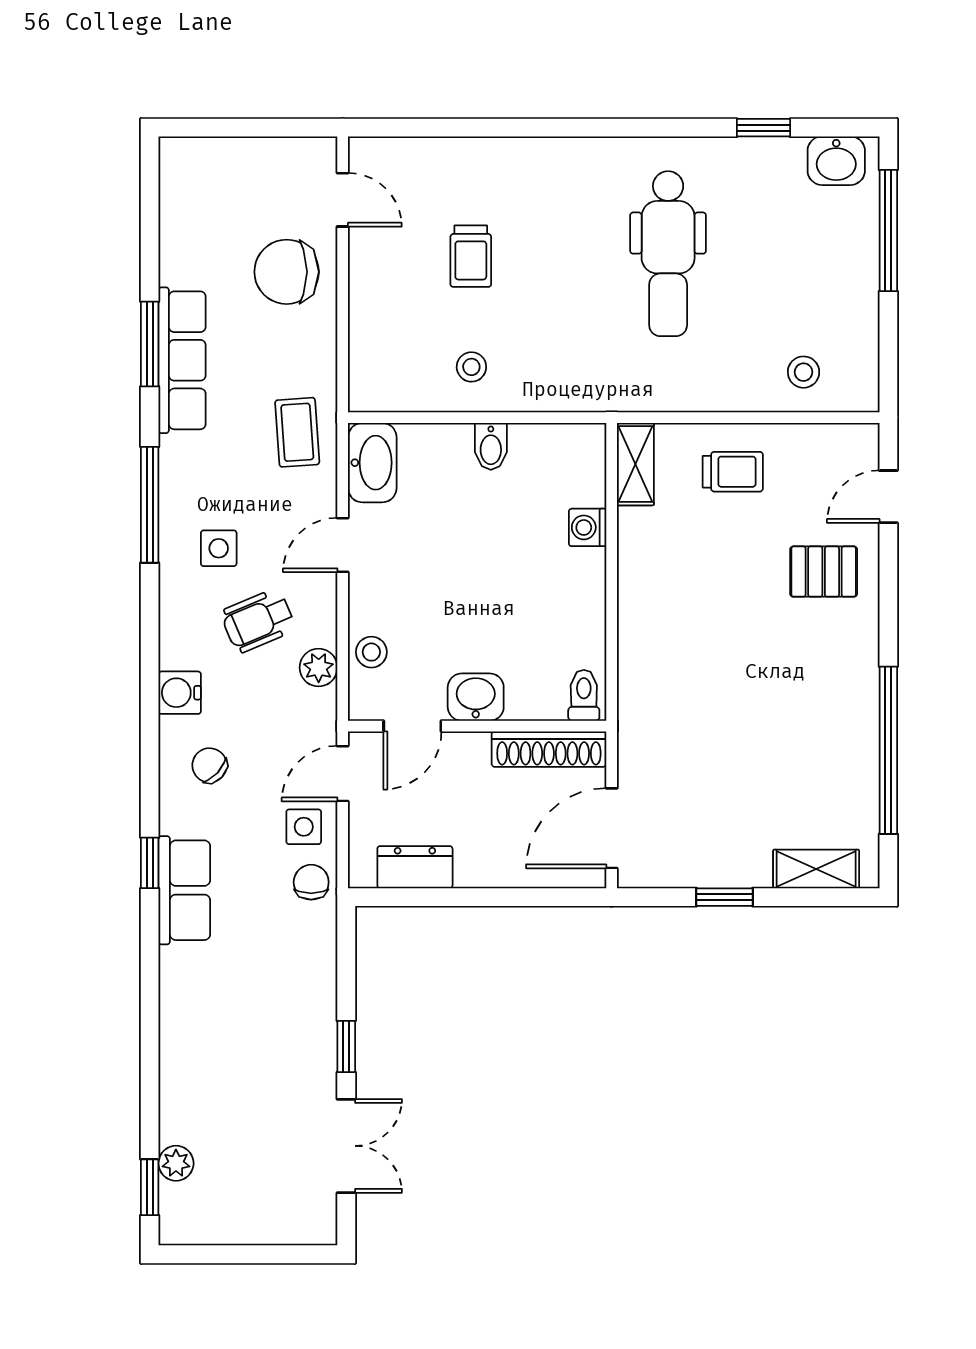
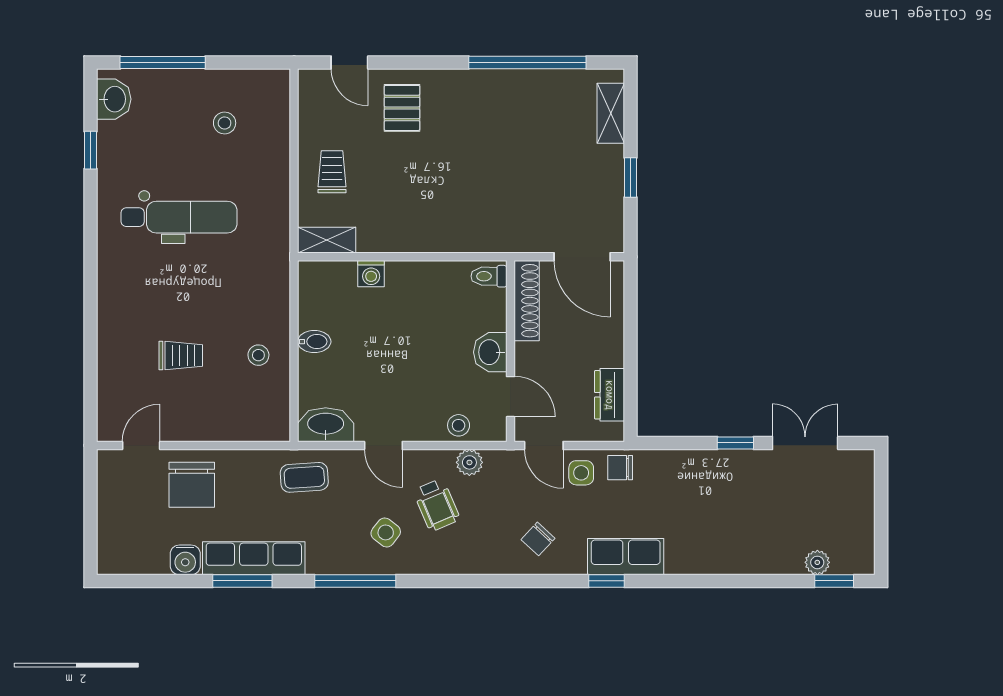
stool: (804, 372) -> (225, 123), moved
side table: (219, 548) -> (386, 532), turned 38
water cooler: (180, 693) -> (185, 560), moved

